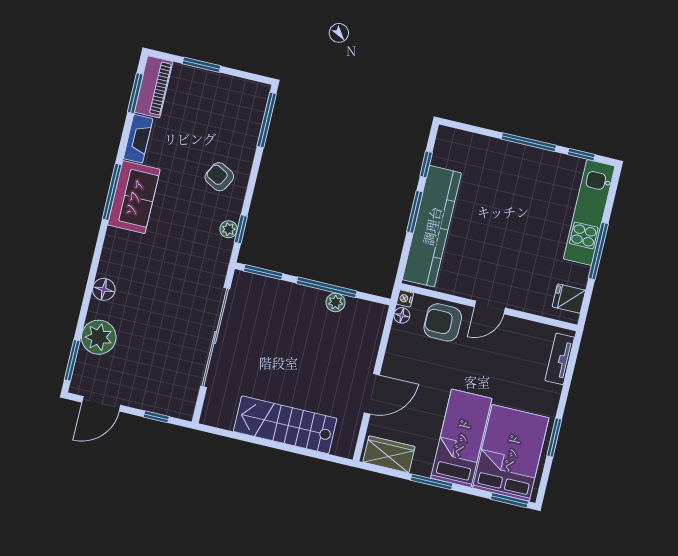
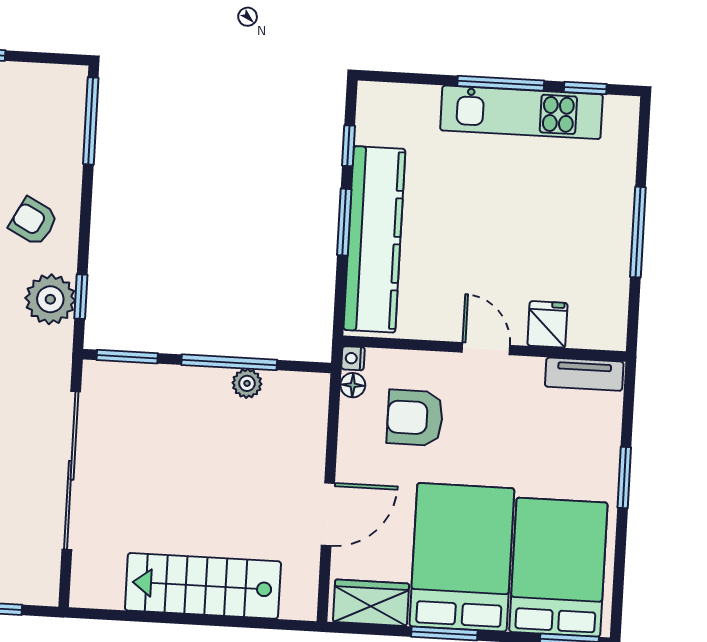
kitchen unit: (589, 213) -> (521, 112), moved, turned -90
plant: (229, 229) -> (50, 299), width x1.87, depth x1.87
fridge: (569, 299) -> (547, 324), moved, turned 90
door: (490, 307) -> (486, 349), swing flipped
armchair: (443, 322) -> (415, 418), moved
tv unit: (560, 359) -> (584, 374), moved, turned -90
bed: (461, 438) -> (462, 557), width x1.50
window: (554, 438) -> (624, 478), moved

